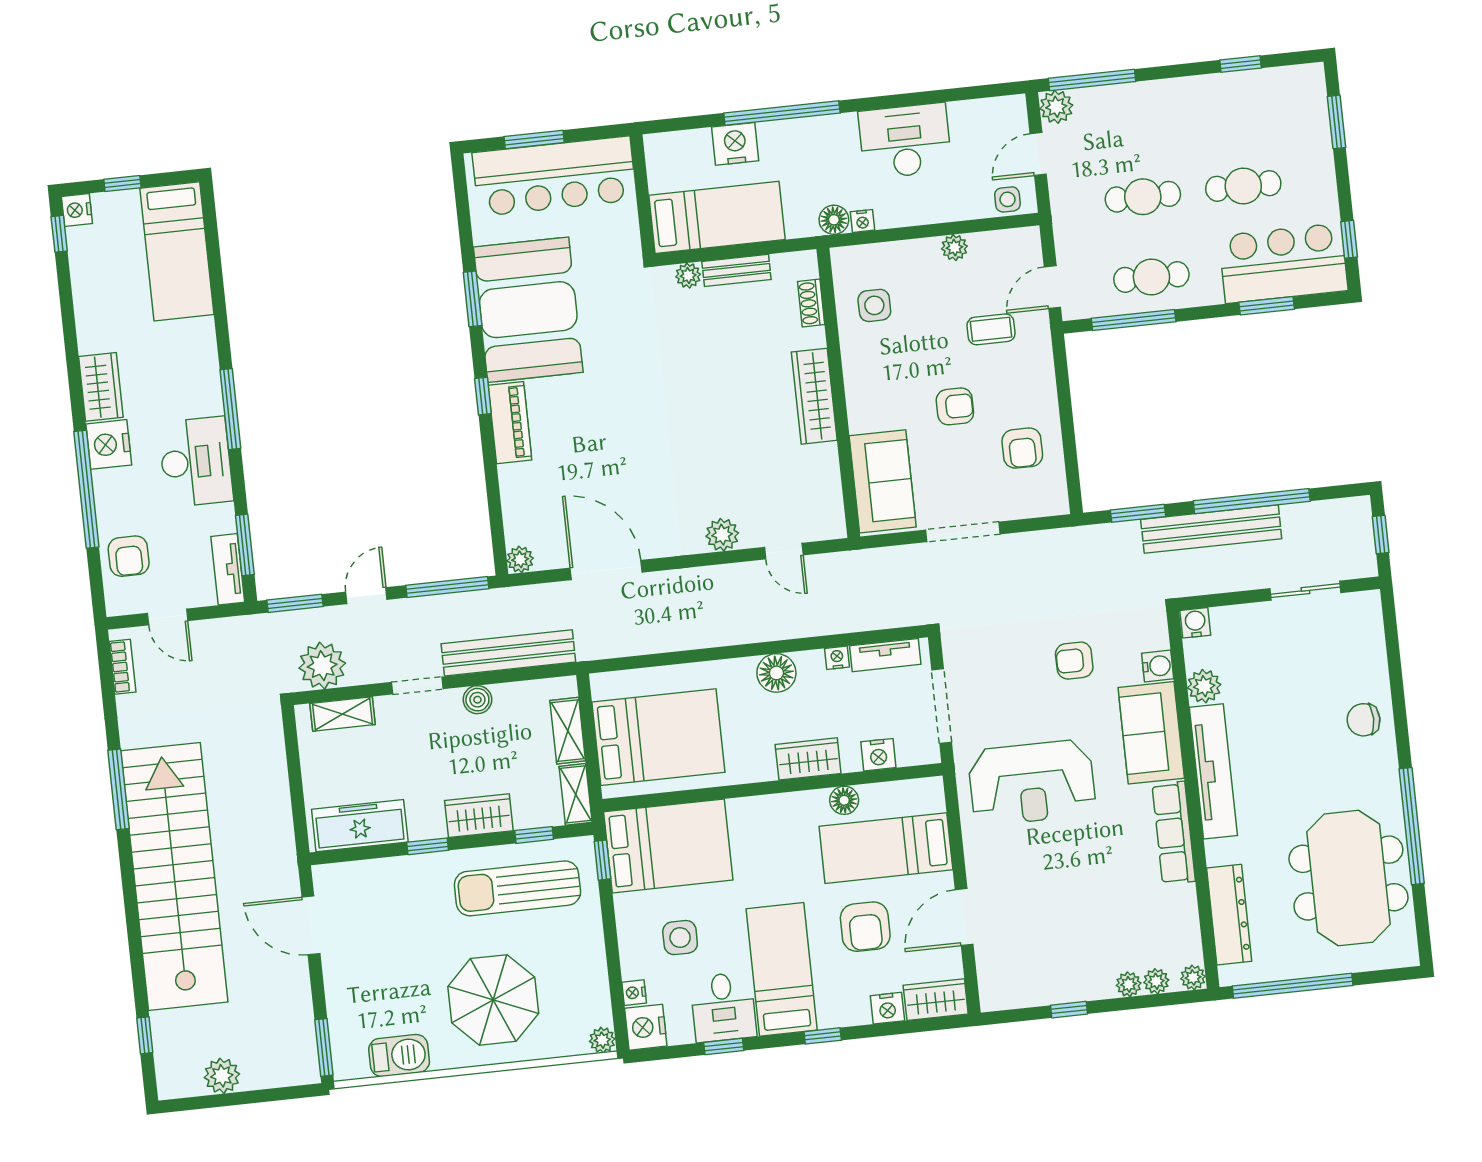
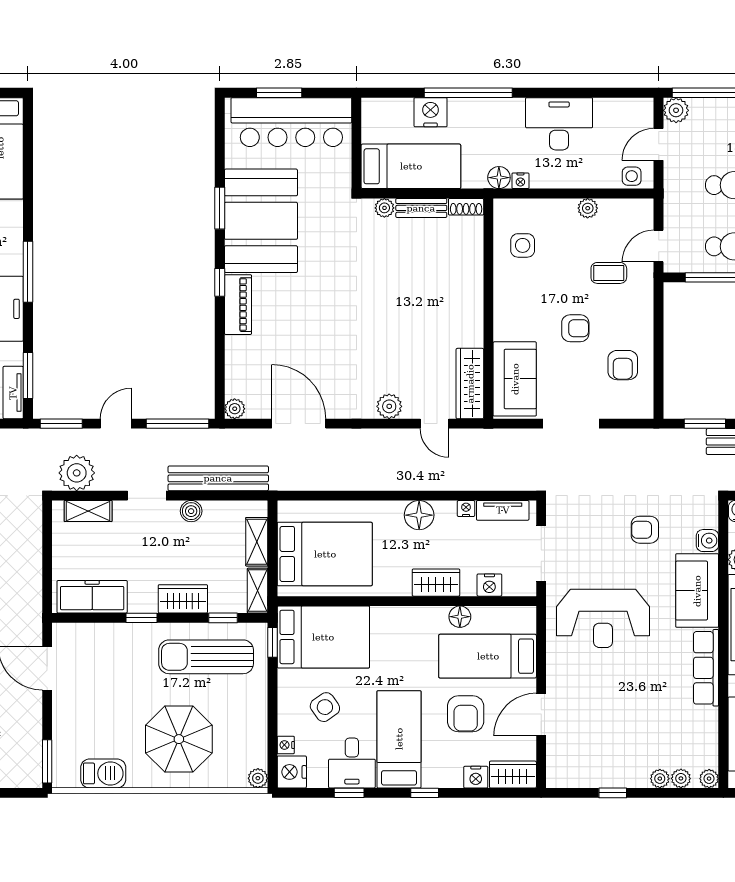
shoe rack: (811, 303) -> (466, 207), moved, turned -90
wardrobe: (814, 396) -> (470, 384), moved
side table: (680, 938) -> (325, 707), turned -35

